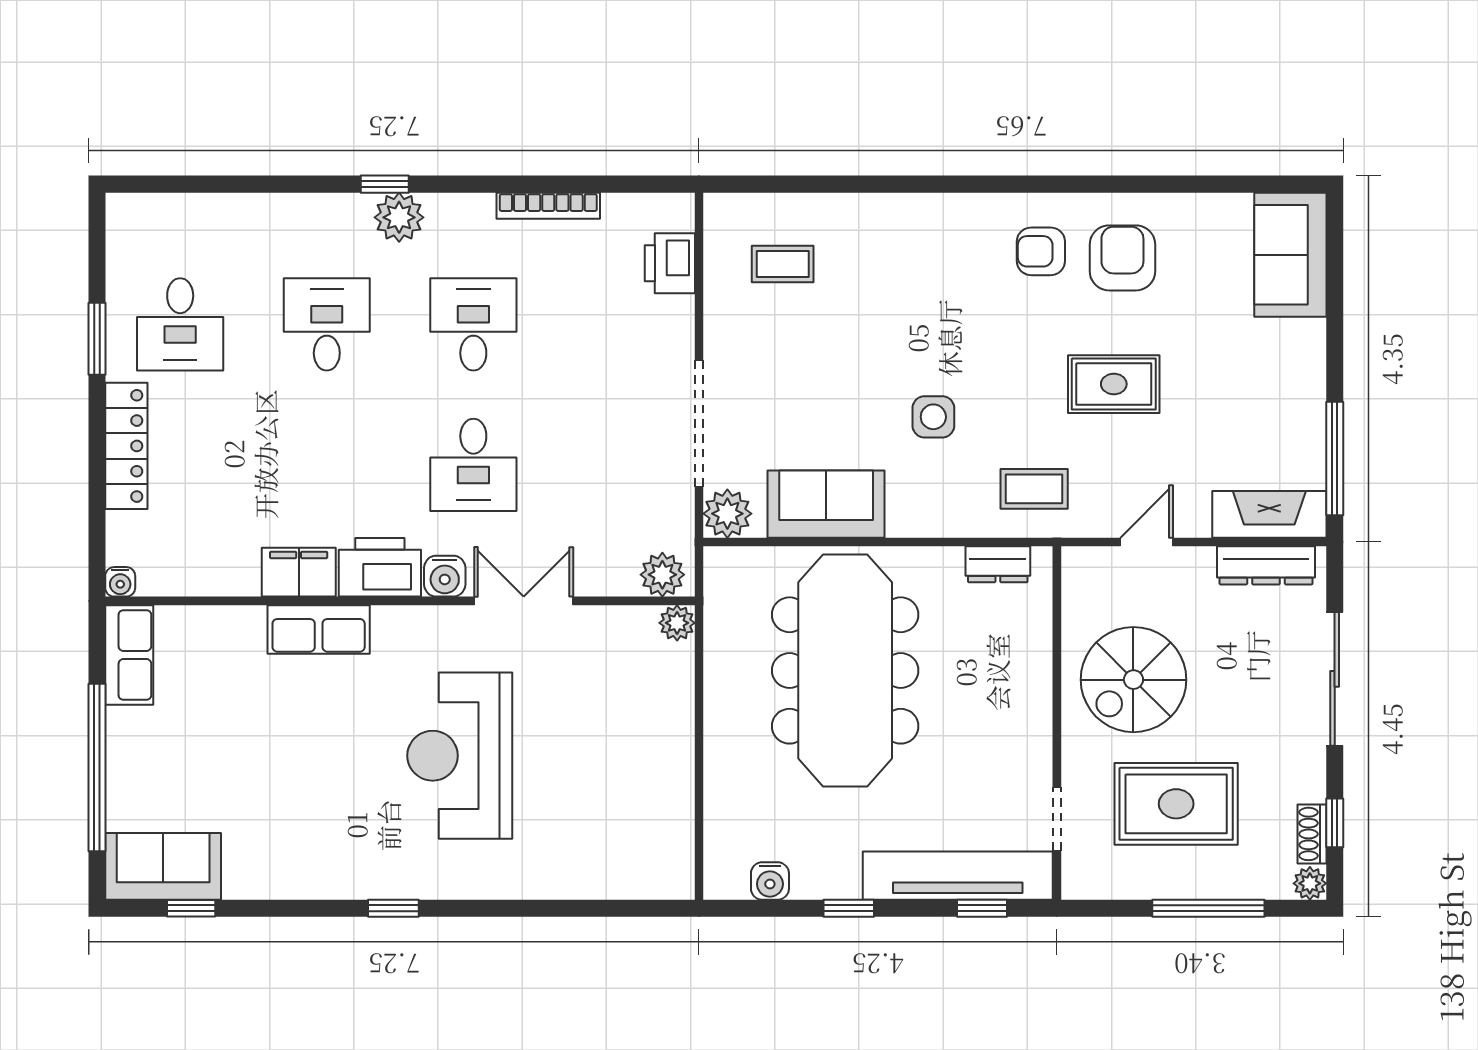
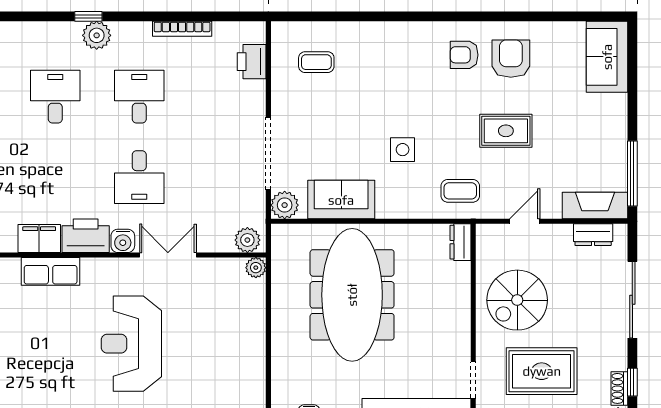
dresser: (998, 564) -> (460, 242), moved, turned 90
dresser: (1266, 565) -> (593, 235), width x0.70

